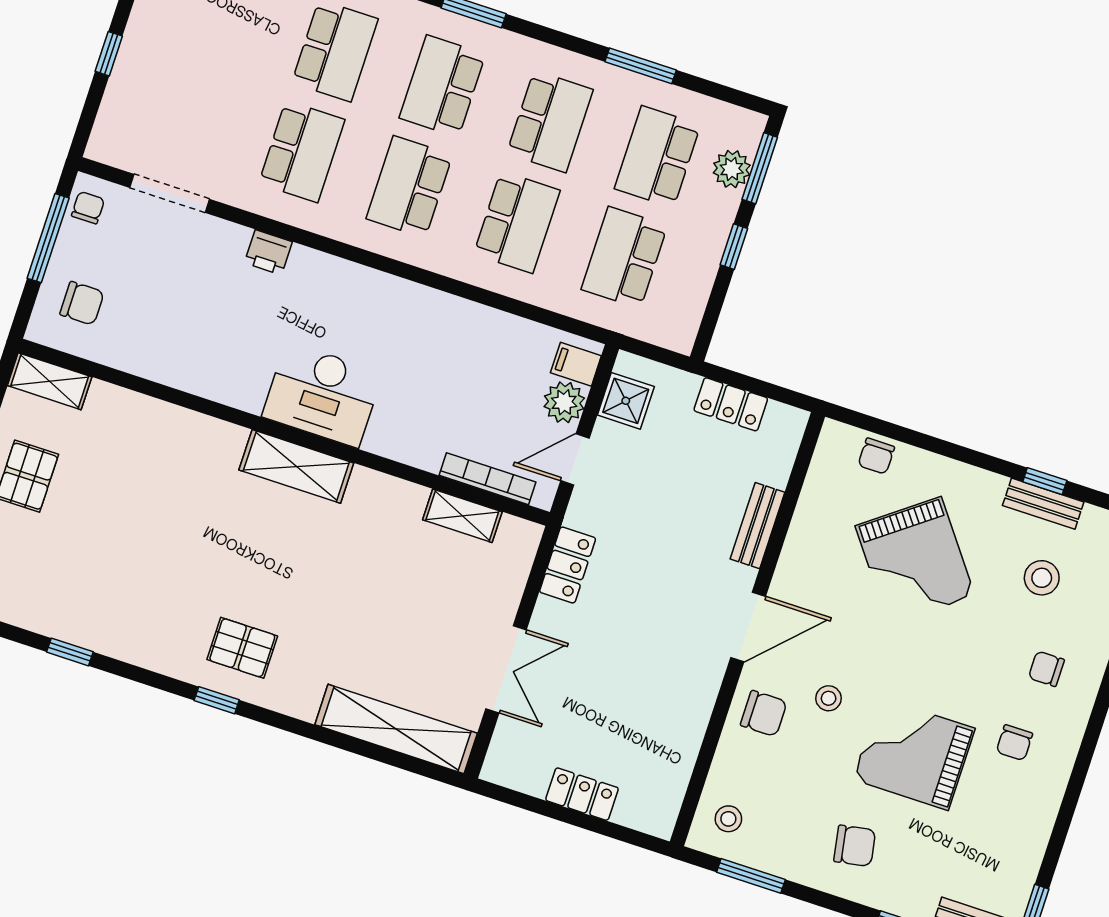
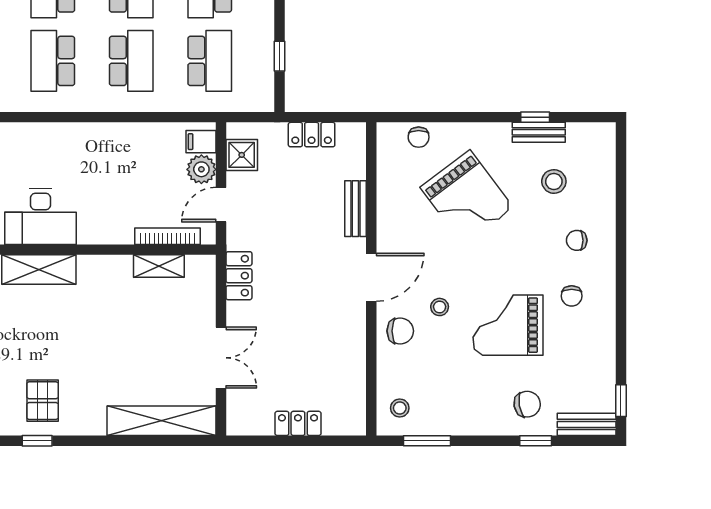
window: (734, 247) -> (280, 56), moved
school desk: (624, 258) -> (210, 61), turned 180
pallet: (242, 648) -> (43, 401), turned 90
chair: (855, 846) -> (527, 404), moved

